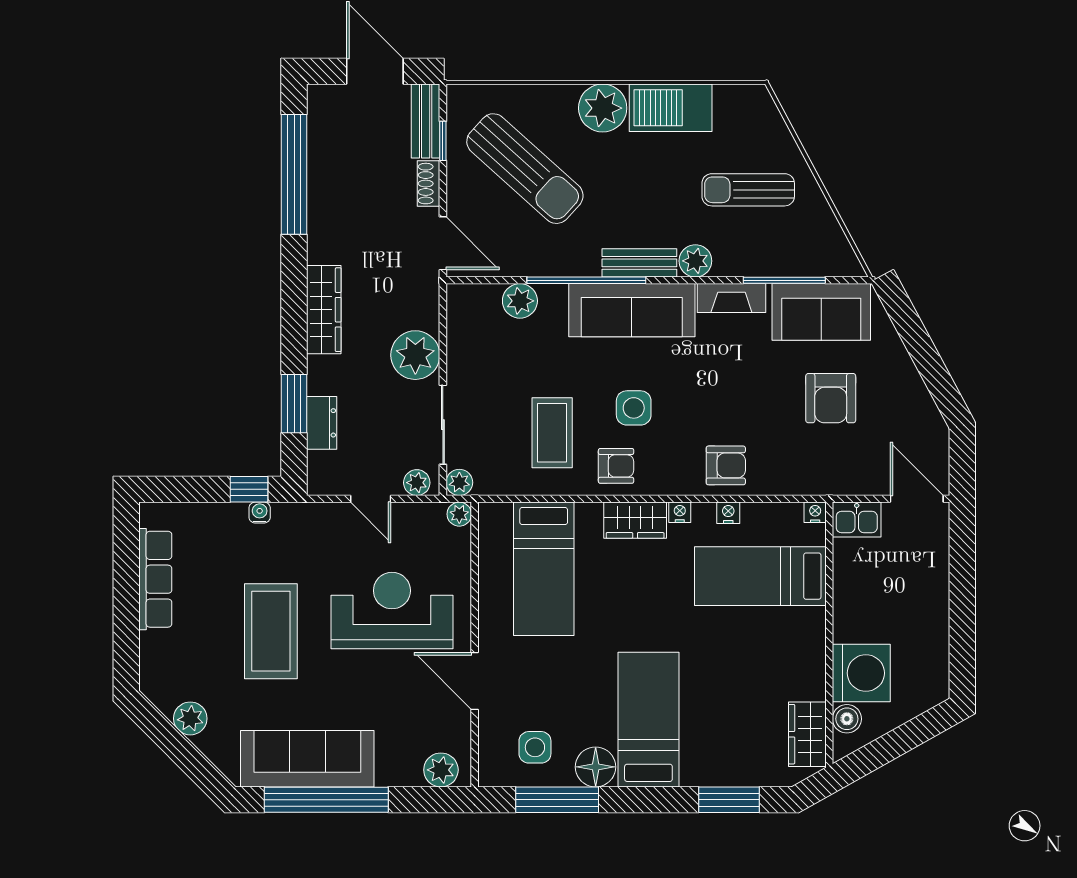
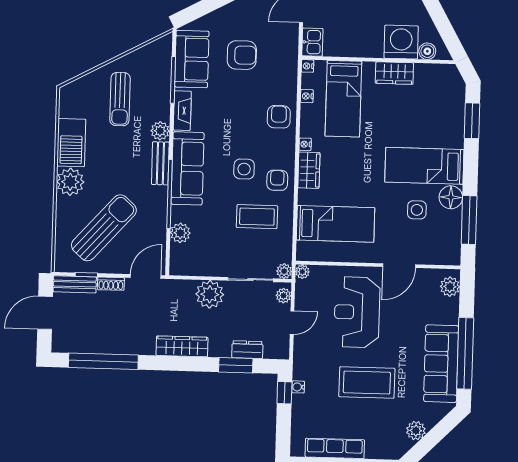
nightstand: (728, 513) -> (307, 96), moved
wardrobe: (807, 734) -> (394, 73), moved
side table: (535, 747) -> (417, 210), moved

